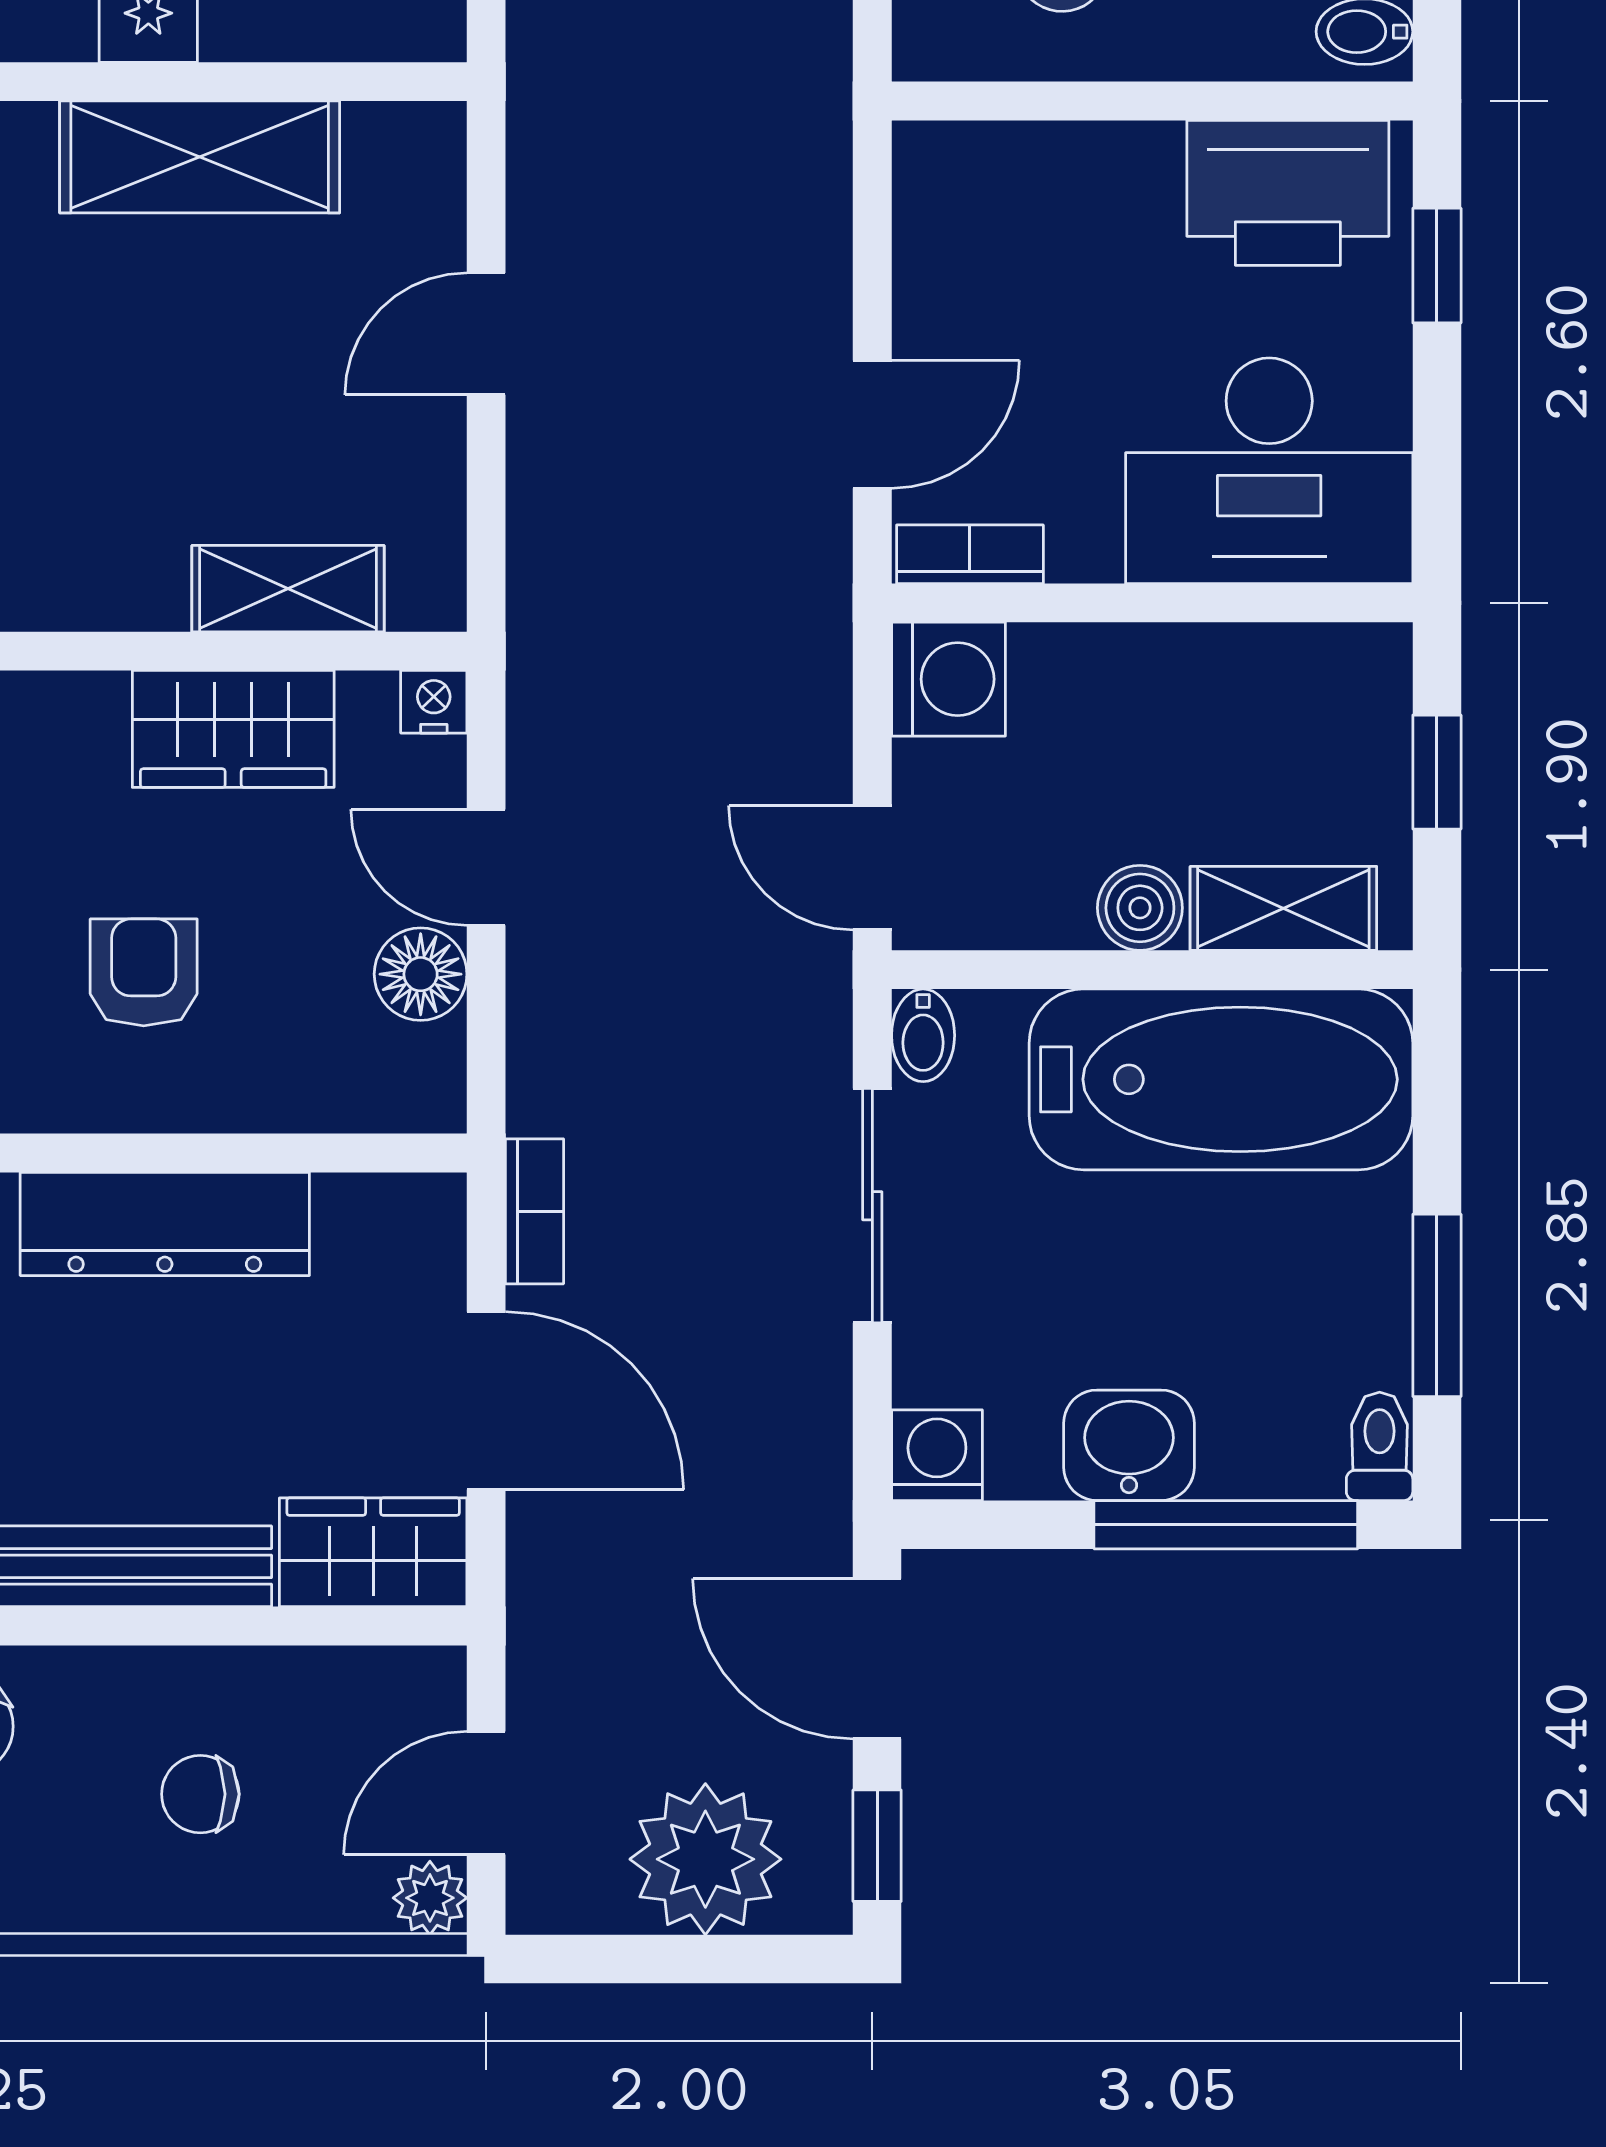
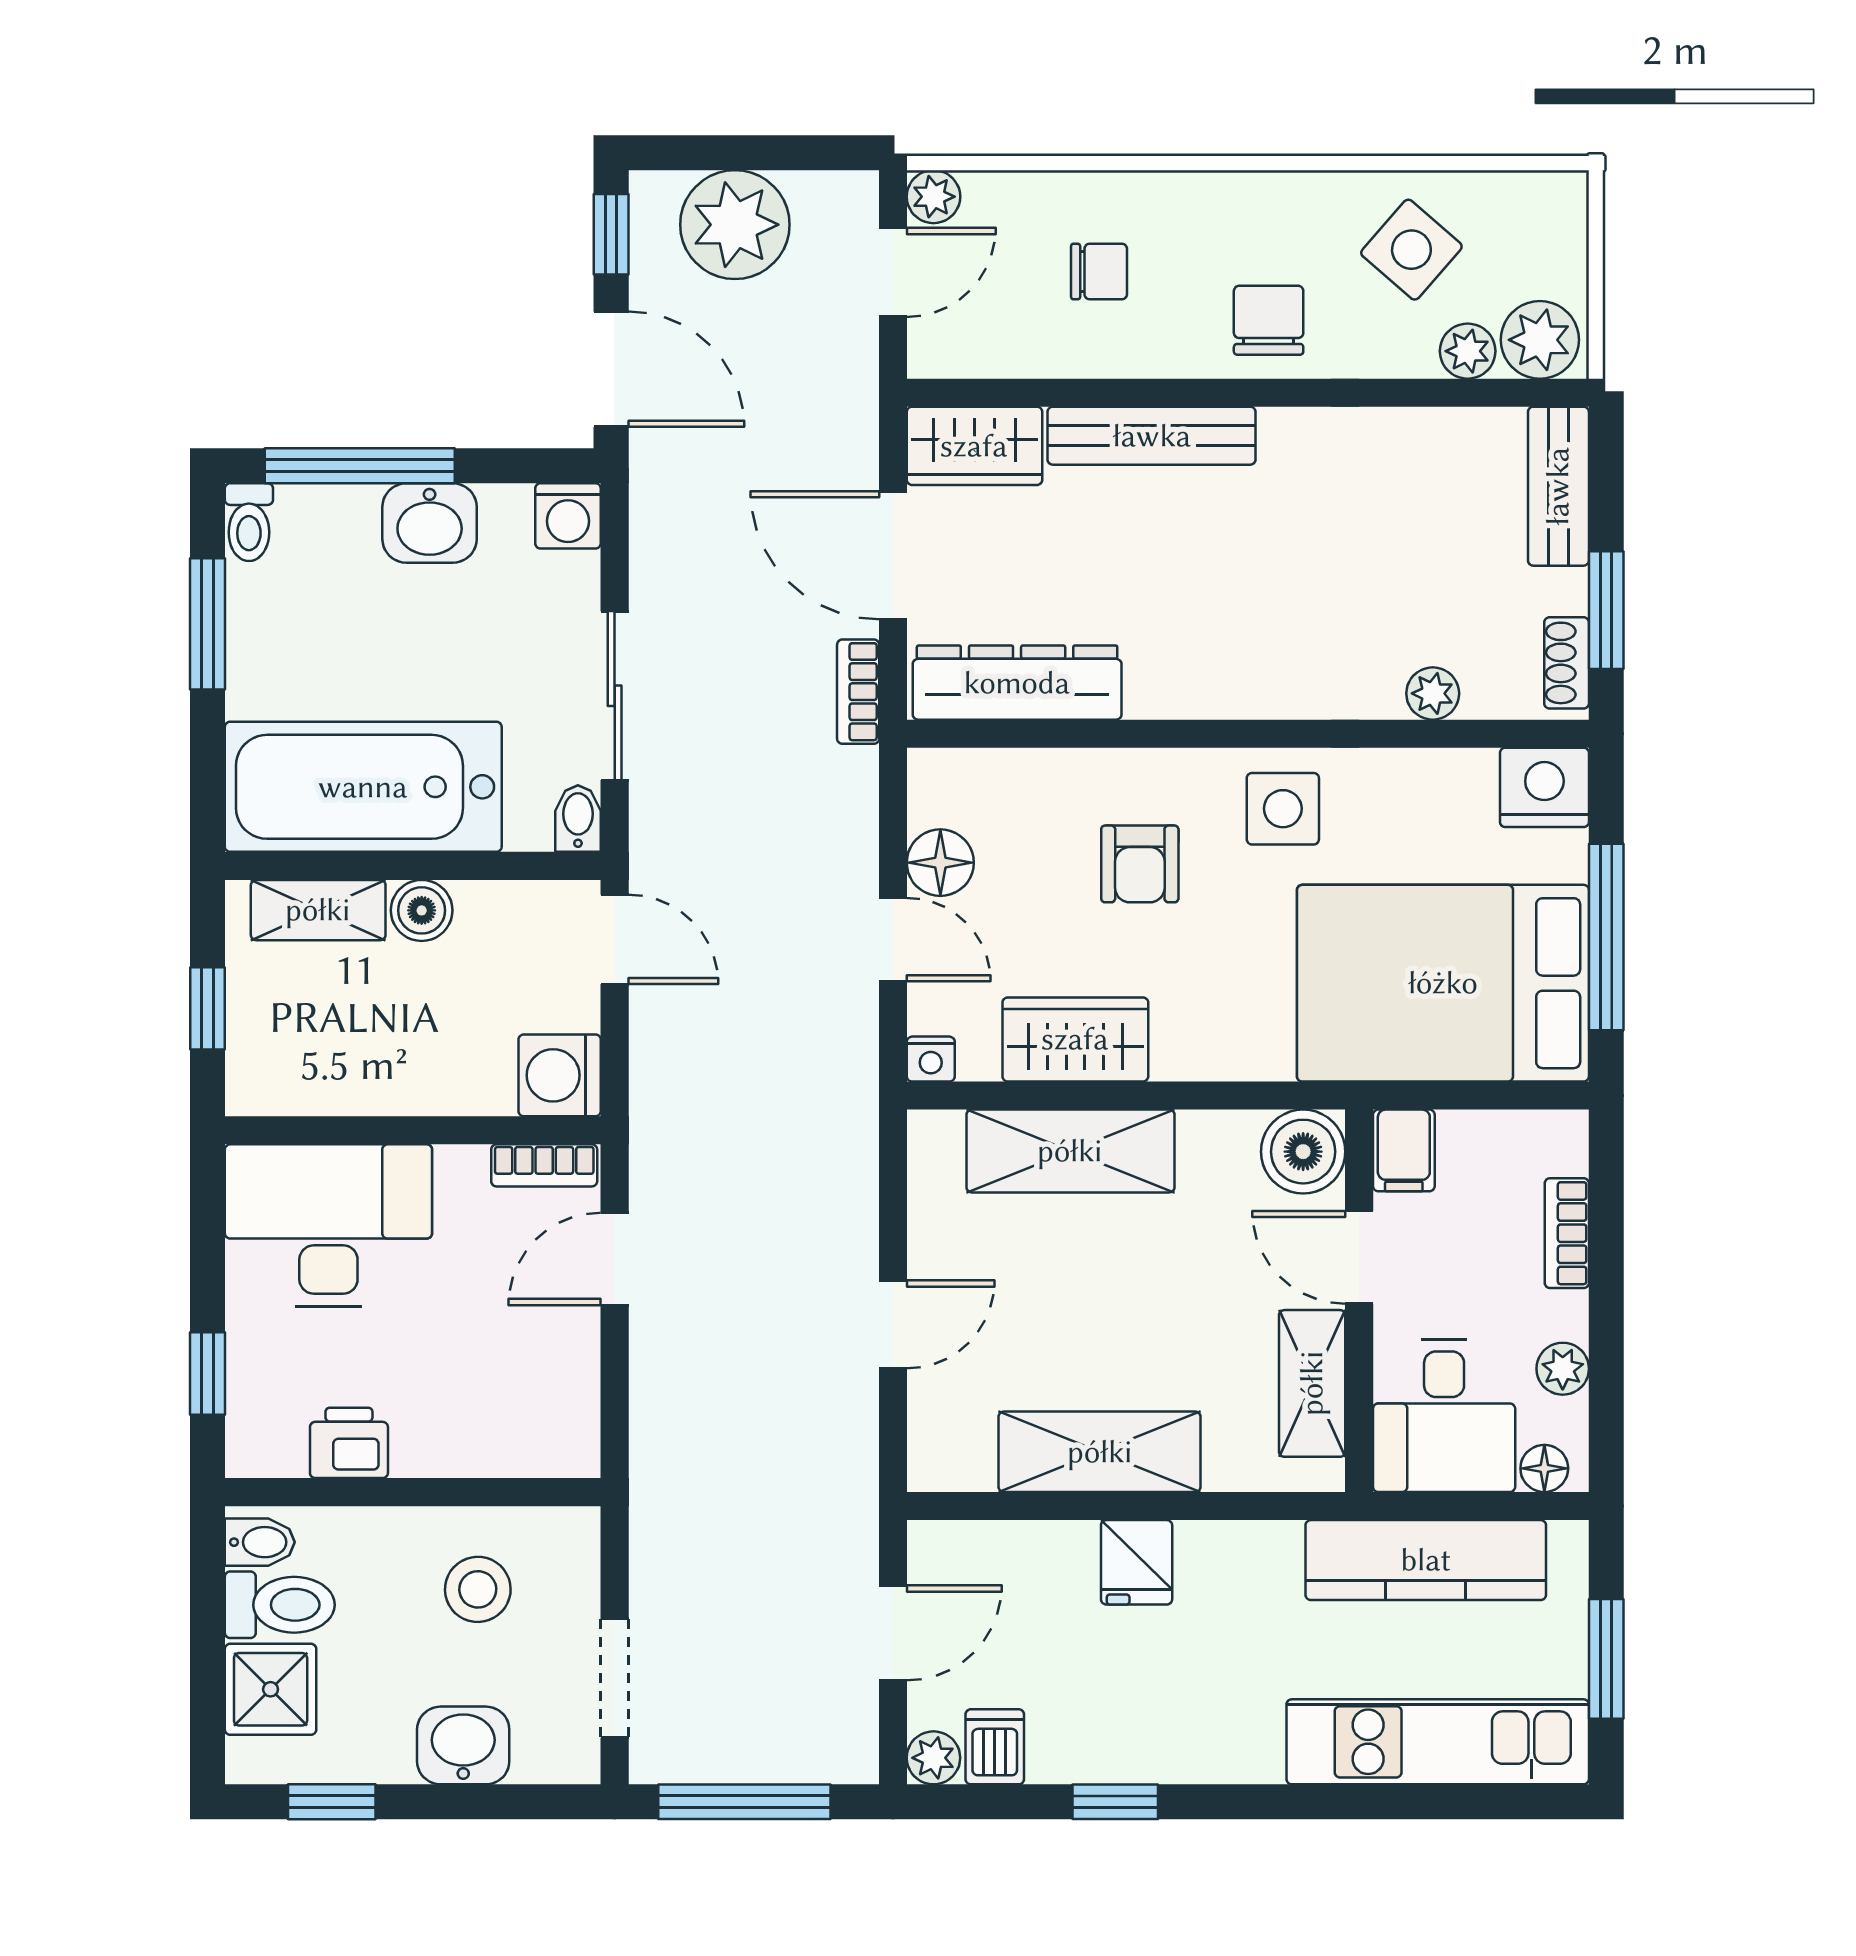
printer: (1288, 193) -> (349, 1443), width x0.53, depth x0.68
shelving: (288, 589) -> (1070, 1151), width x1.50, depth x1.33
dresser: (165, 1224) -> (1017, 683), moved

